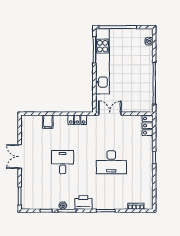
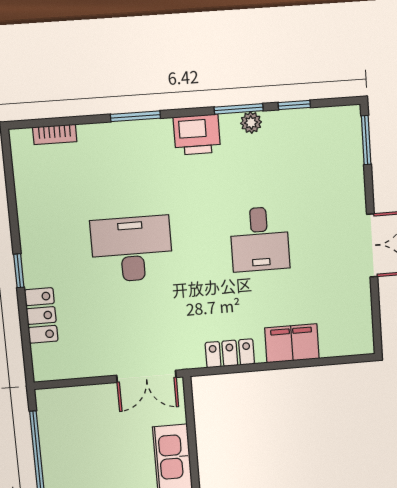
filing cabinet: (48, 122) -> (292, 343), width x2.00
locker: (148, 126) -> (41, 315), moved

